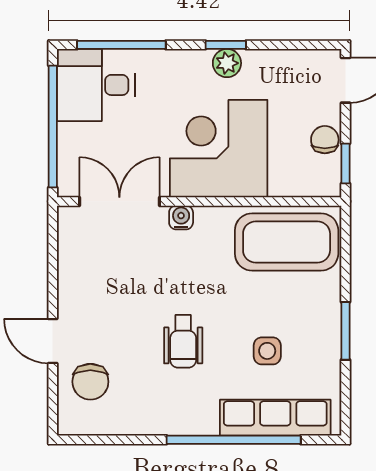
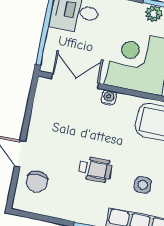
wheelchair: (183, 341) -> (95, 169), turned -90

